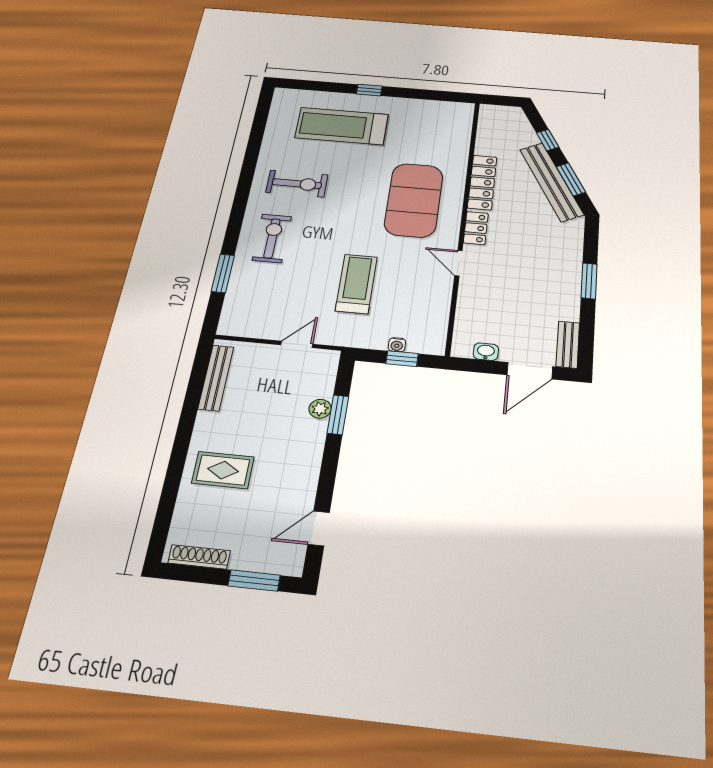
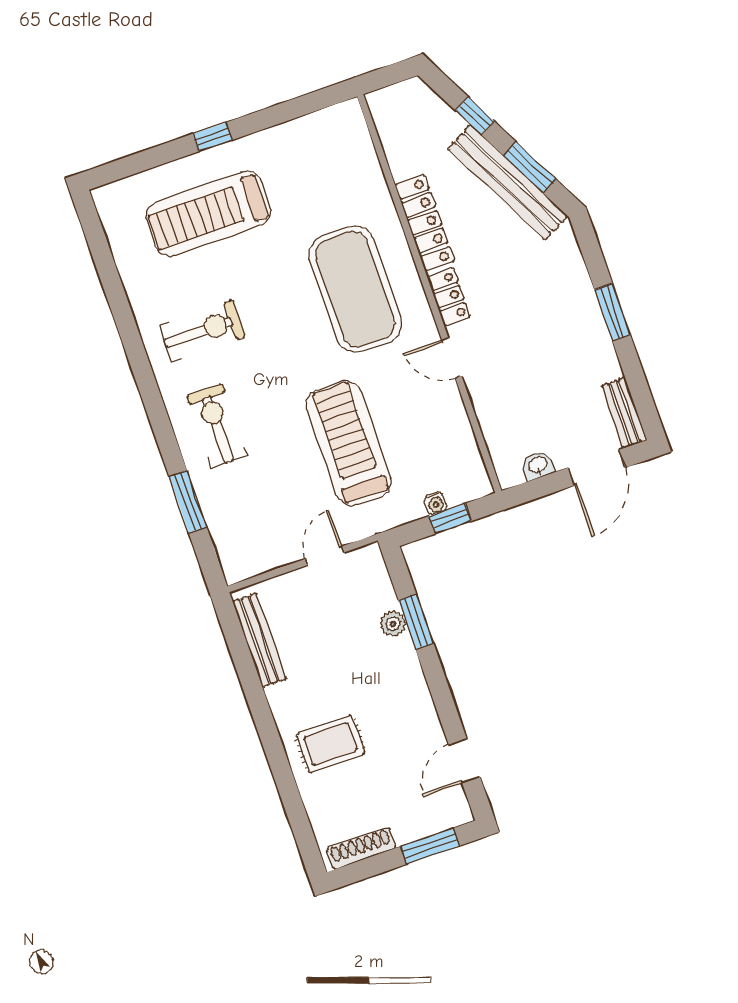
treadmill: (356, 284) -> (349, 443), width x1.37, depth x1.38

